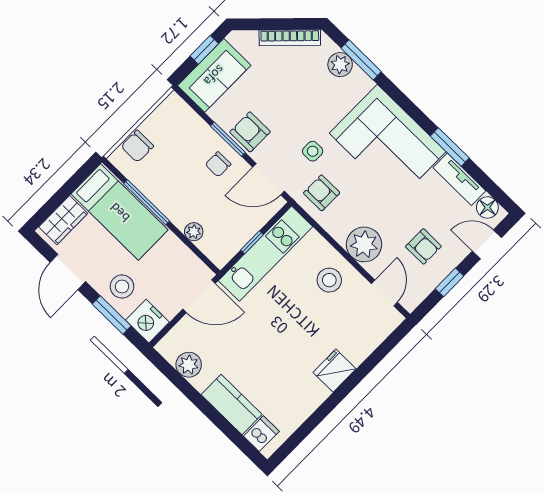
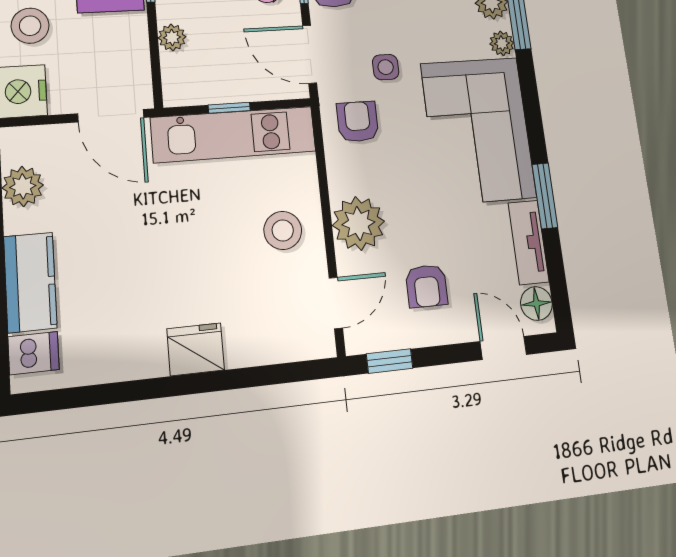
plant: (363, 83) -> (502, 43), added
window: (449, 282) -> (390, 361), moved

